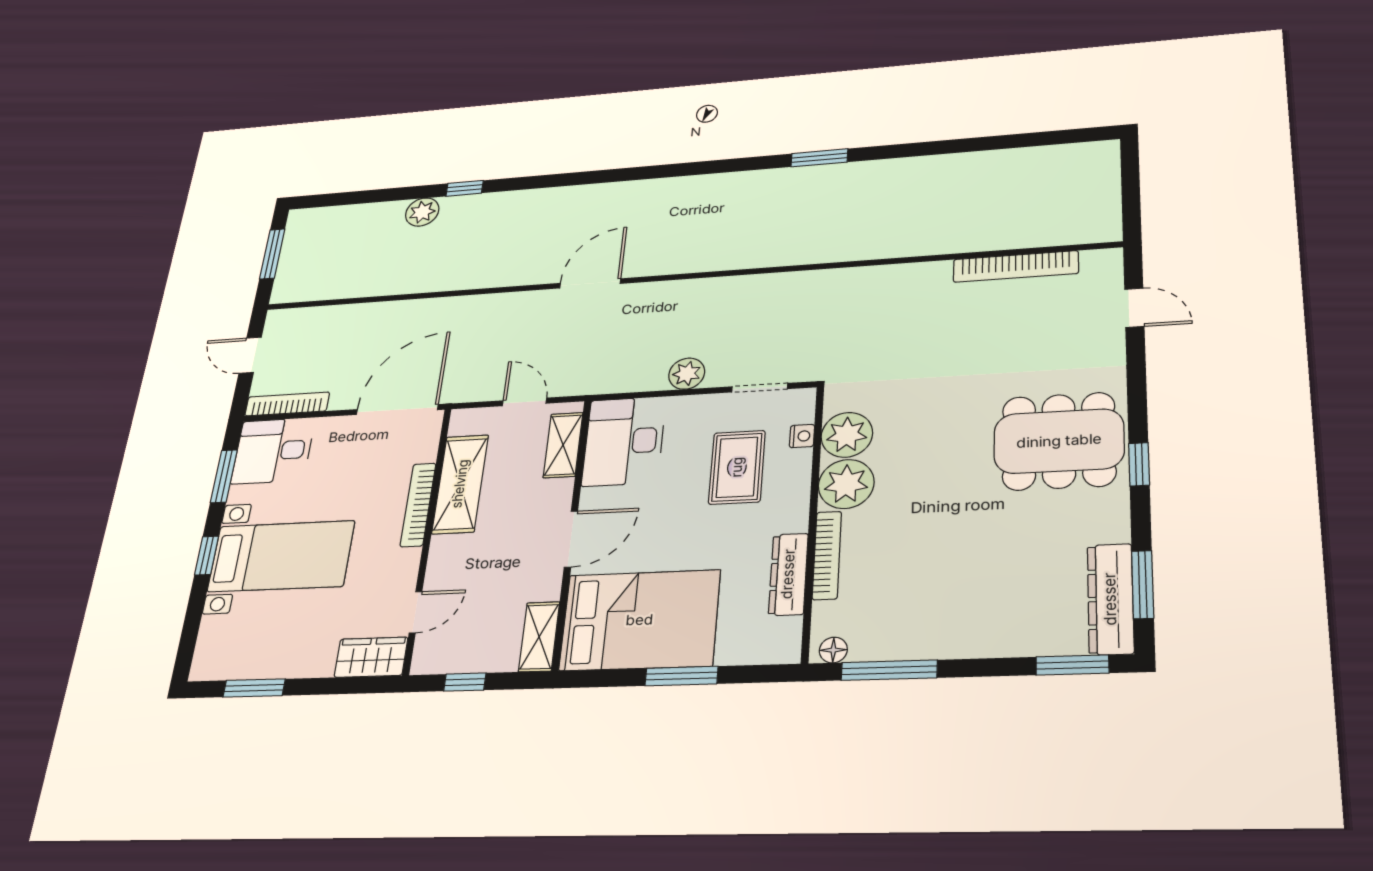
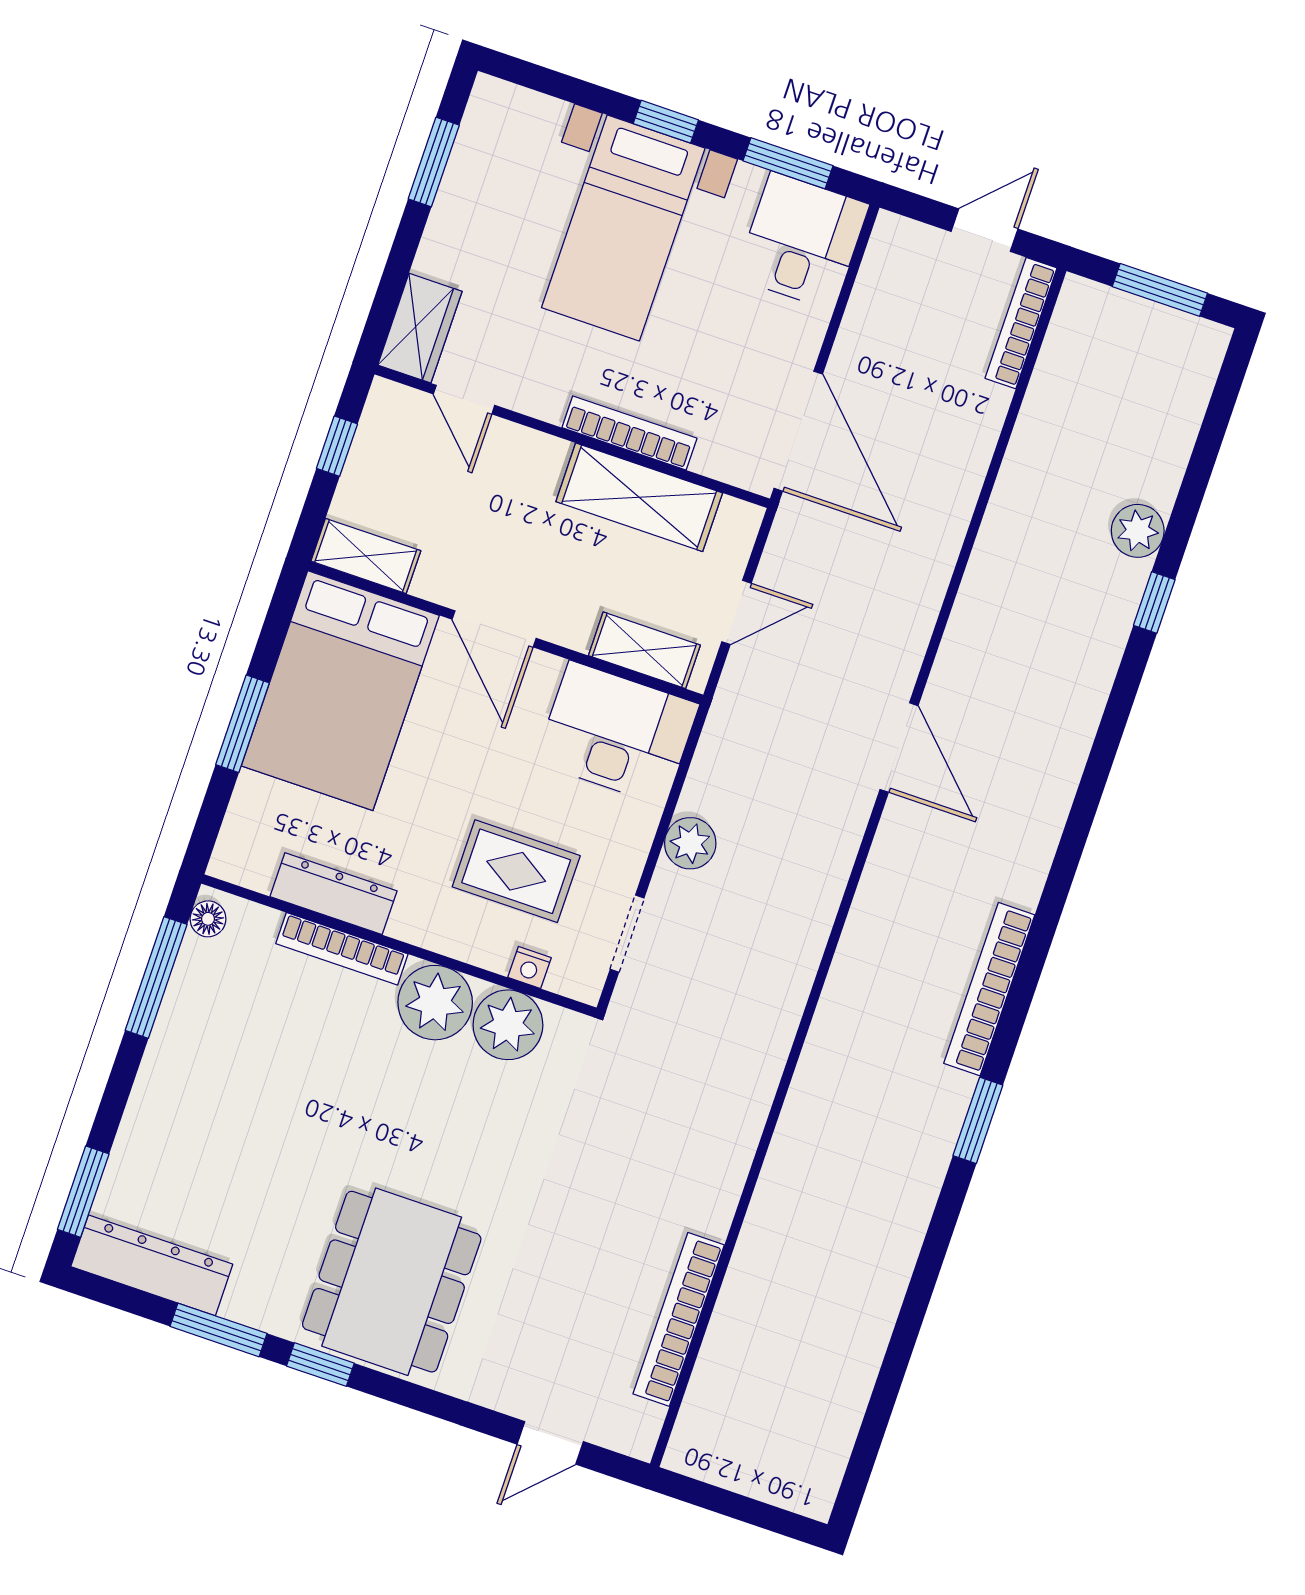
bookcase: (732, 182) -> (989, 989), added
bookcase: (287, 404) -> (1021, 323), moved, turned 180
window: (1143, 584) -> (219, 1330), moved

